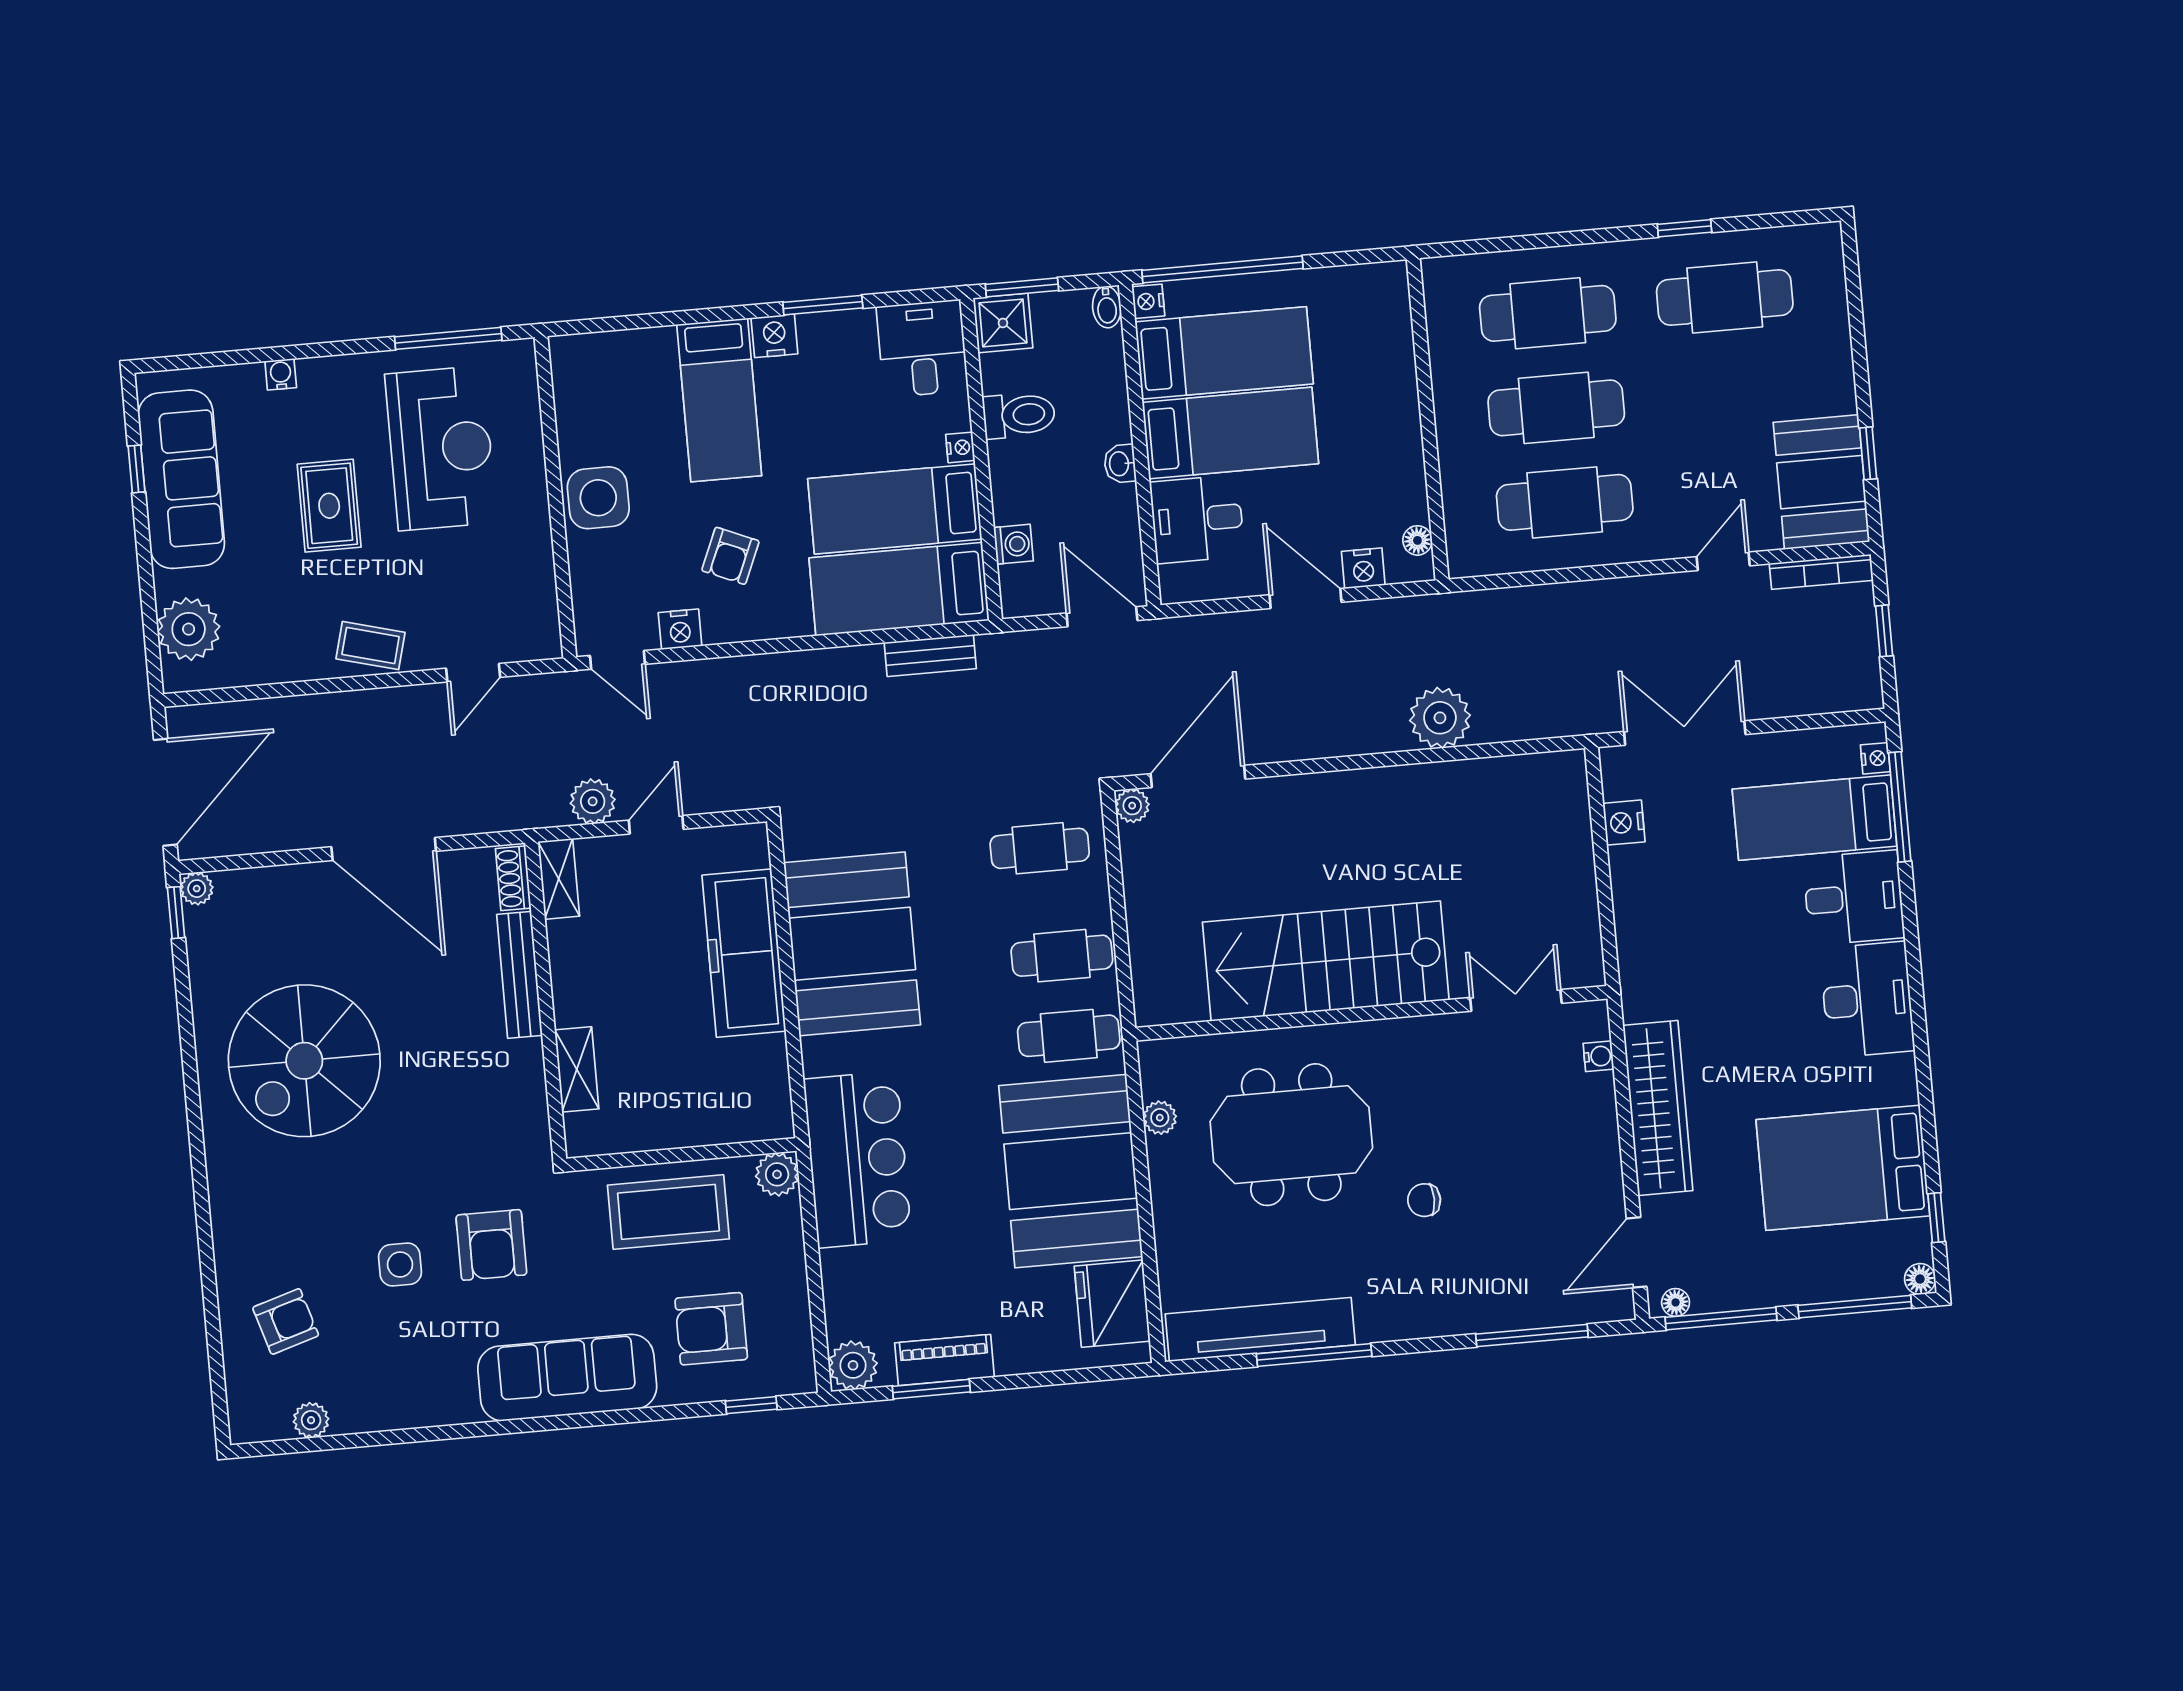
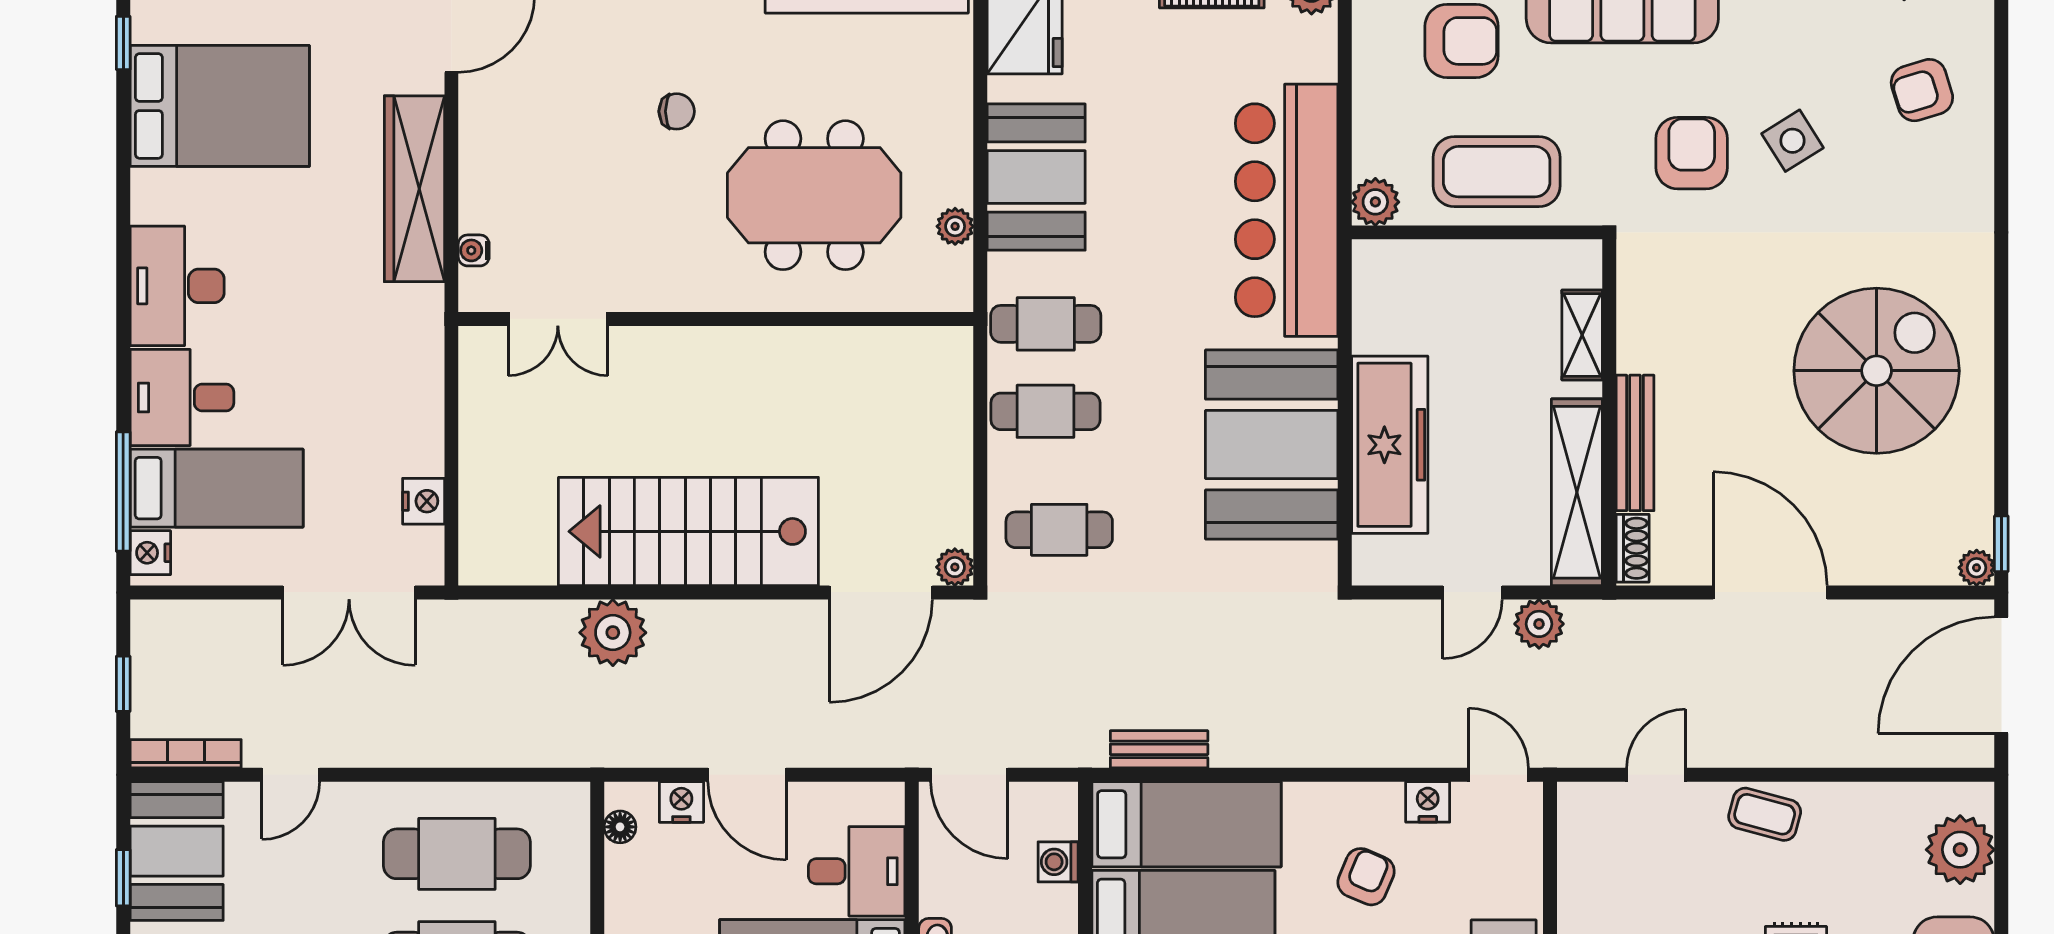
nightstand: (1875, 758) -> (150, 553), width x1.39, depth x1.35
shelving: (559, 879) -> (1577, 492), width x2.20, depth x1.33
stairs: (1326, 961) -> (688, 531), moved, turned 180
bar counter: (858, 1159) -> (1287, 210), width x1.36
booth: (1071, 1171) -> (1036, 177), width x0.73, depth x0.70
side table: (400, 1265) -> (1793, 141), turned -32

